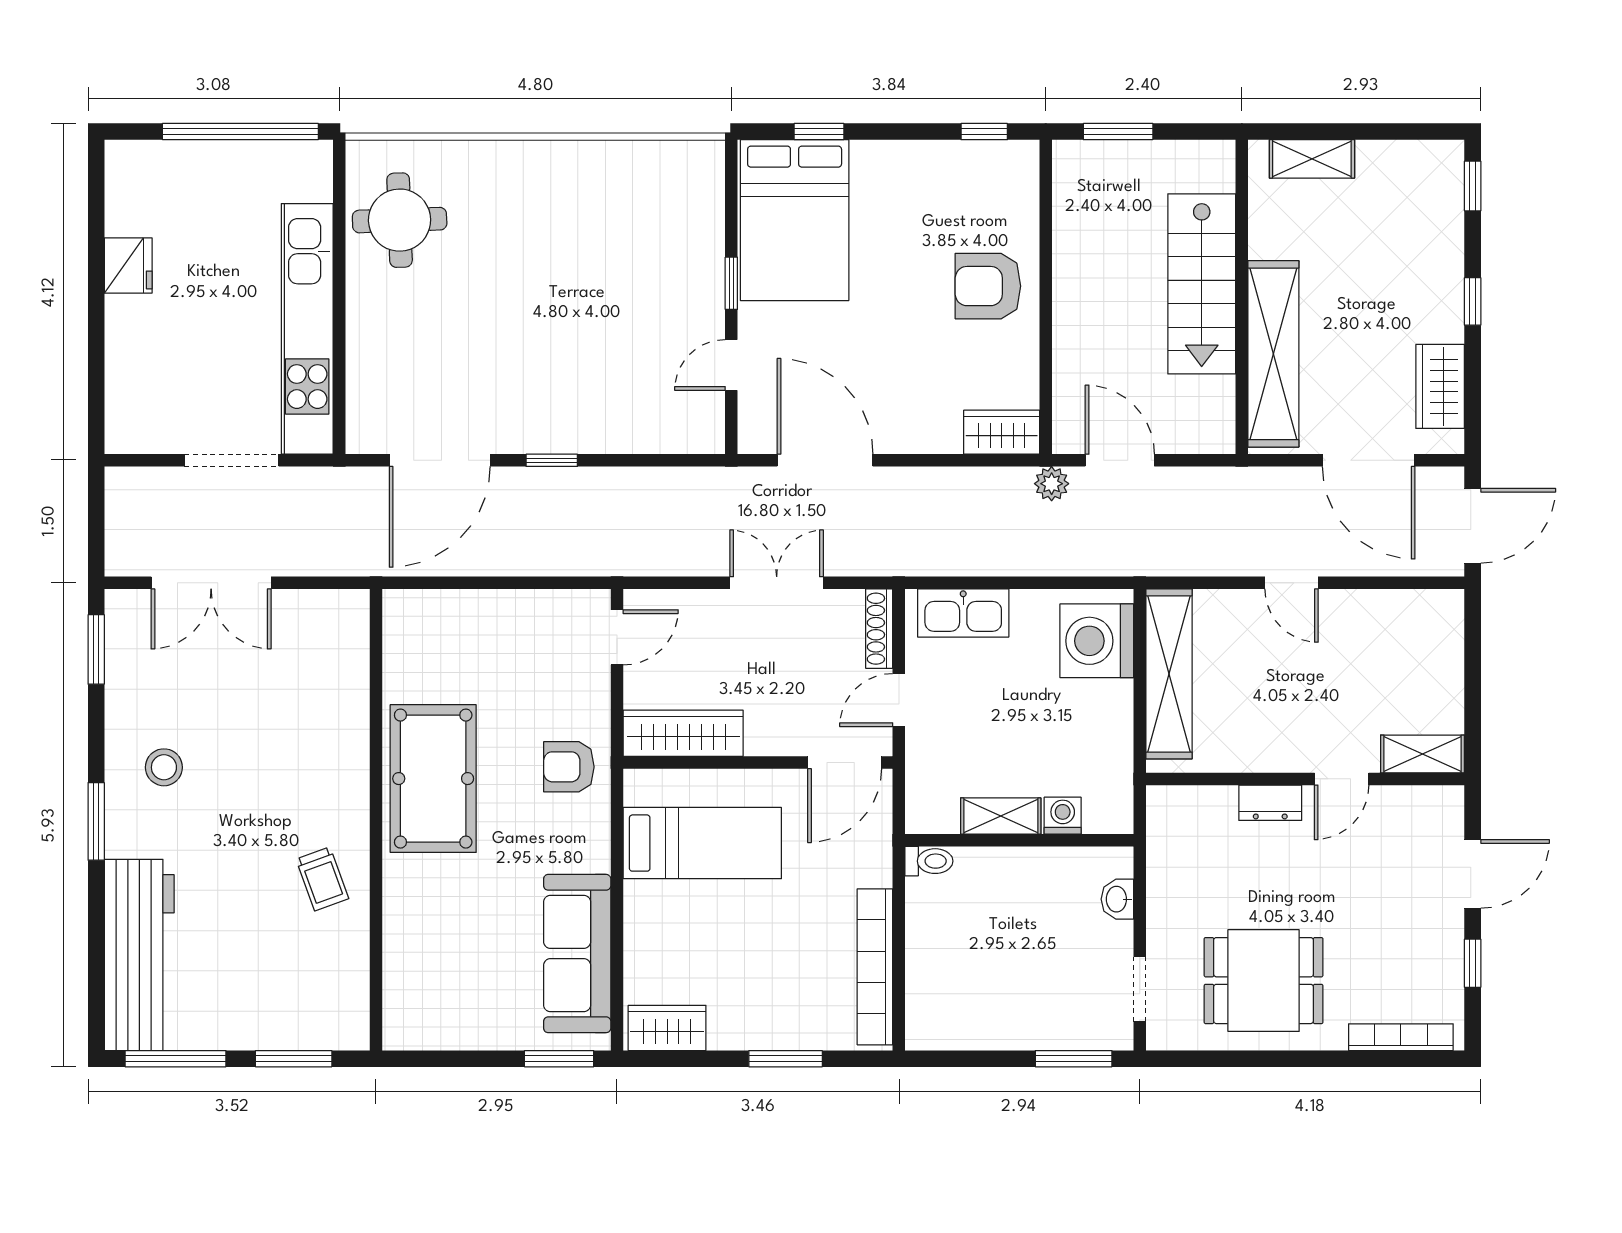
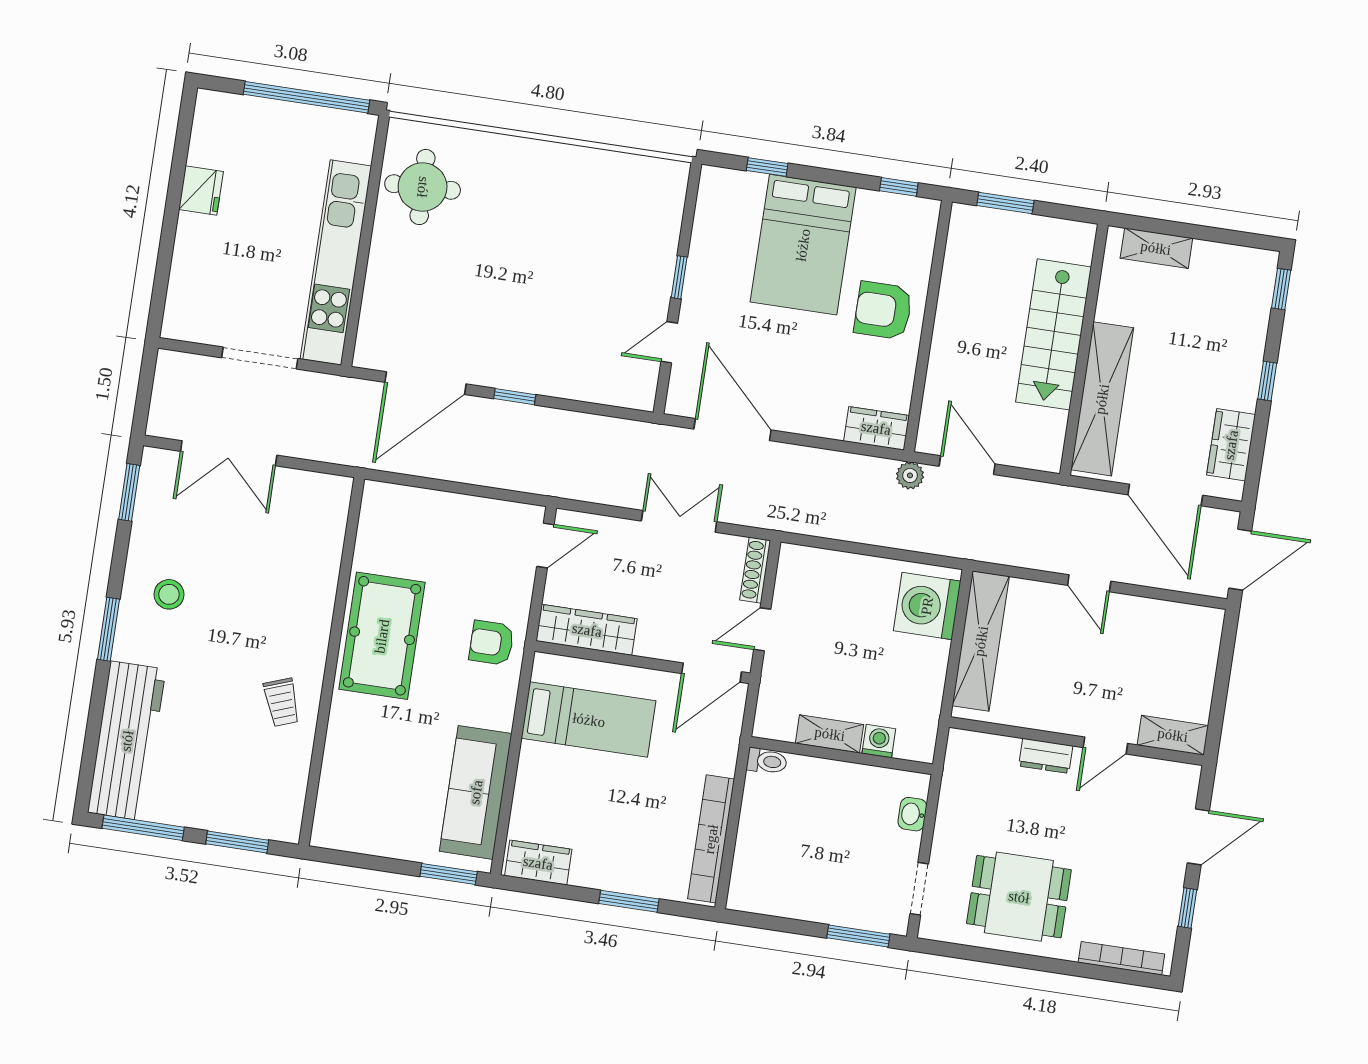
bed: (795, 220) -> (803, 245), moved
kitchen sink: (963, 613) -> (824, 568), removed

